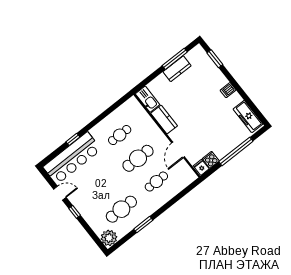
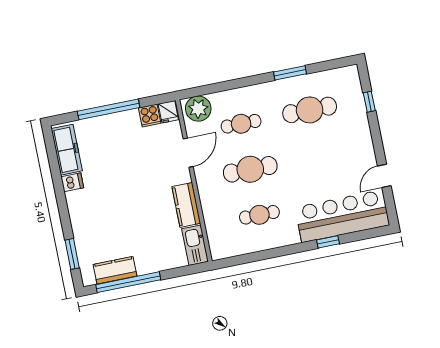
window: (175, 59) -> (128, 282), width x1.46
kitchen counter: (177, 69) -> (115, 270), moved
dishwasher: (228, 90) -> (72, 182), moved
door: (60, 193) -> (384, 176), hinge flipped
window: (75, 212) -> (369, 102), moved
plant: (109, 238) -> (198, 109), moved

